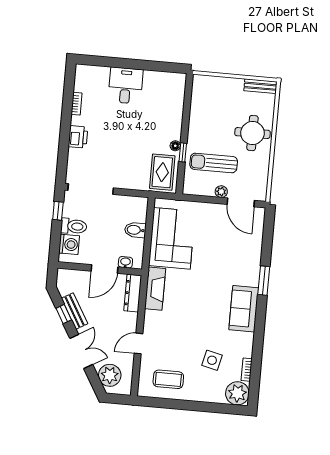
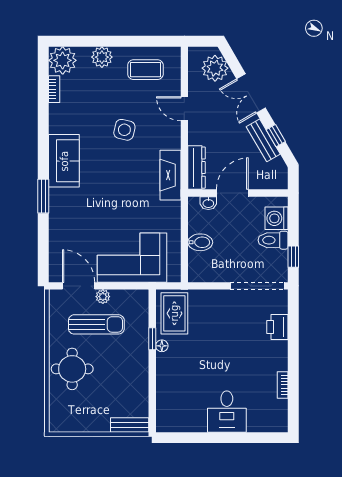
bench: (260, 86) -> (130, 425), moved
printer: (78, 137) -> (277, 327), moved
sun lounger: (214, 163) -> (96, 324), moved
corner sofa: (172, 238) -> (132, 258), moved, turned 90
door: (138, 343) -> (184, 109), swing flipped
side table: (212, 360) -> (124, 130), moved
plant: (204, 393) -> (102, 57), added

